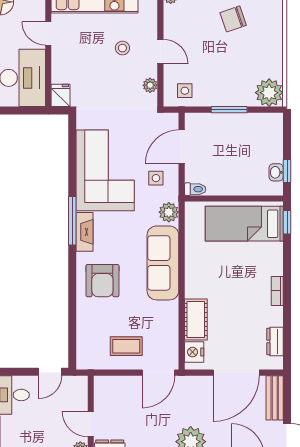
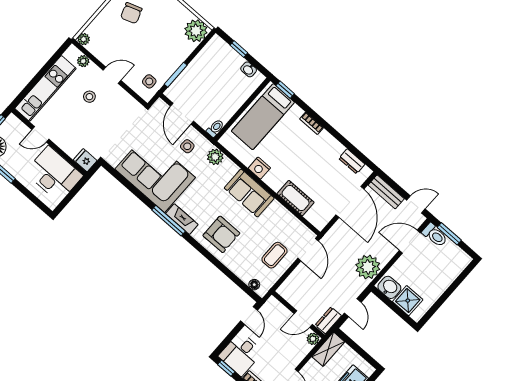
plant: (150, 85) -> (83, 61), moved
window: (229, 110) -> (176, 75), moved
window: (287, 171) -> (239, 49), moved
sofa: (163, 263) -> (249, 193), width x0.73
bookcase: (277, 291) -> (311, 123), moved
floor lamp: (83, 351) -> (254, 285), added
nightstand: (194, 352) -> (259, 168), moved

